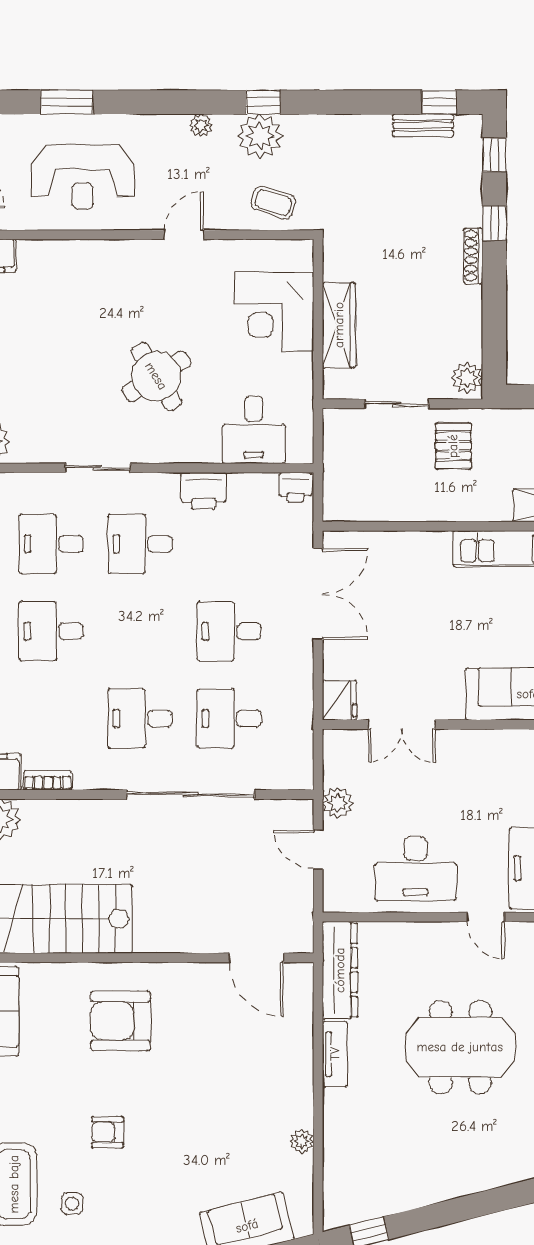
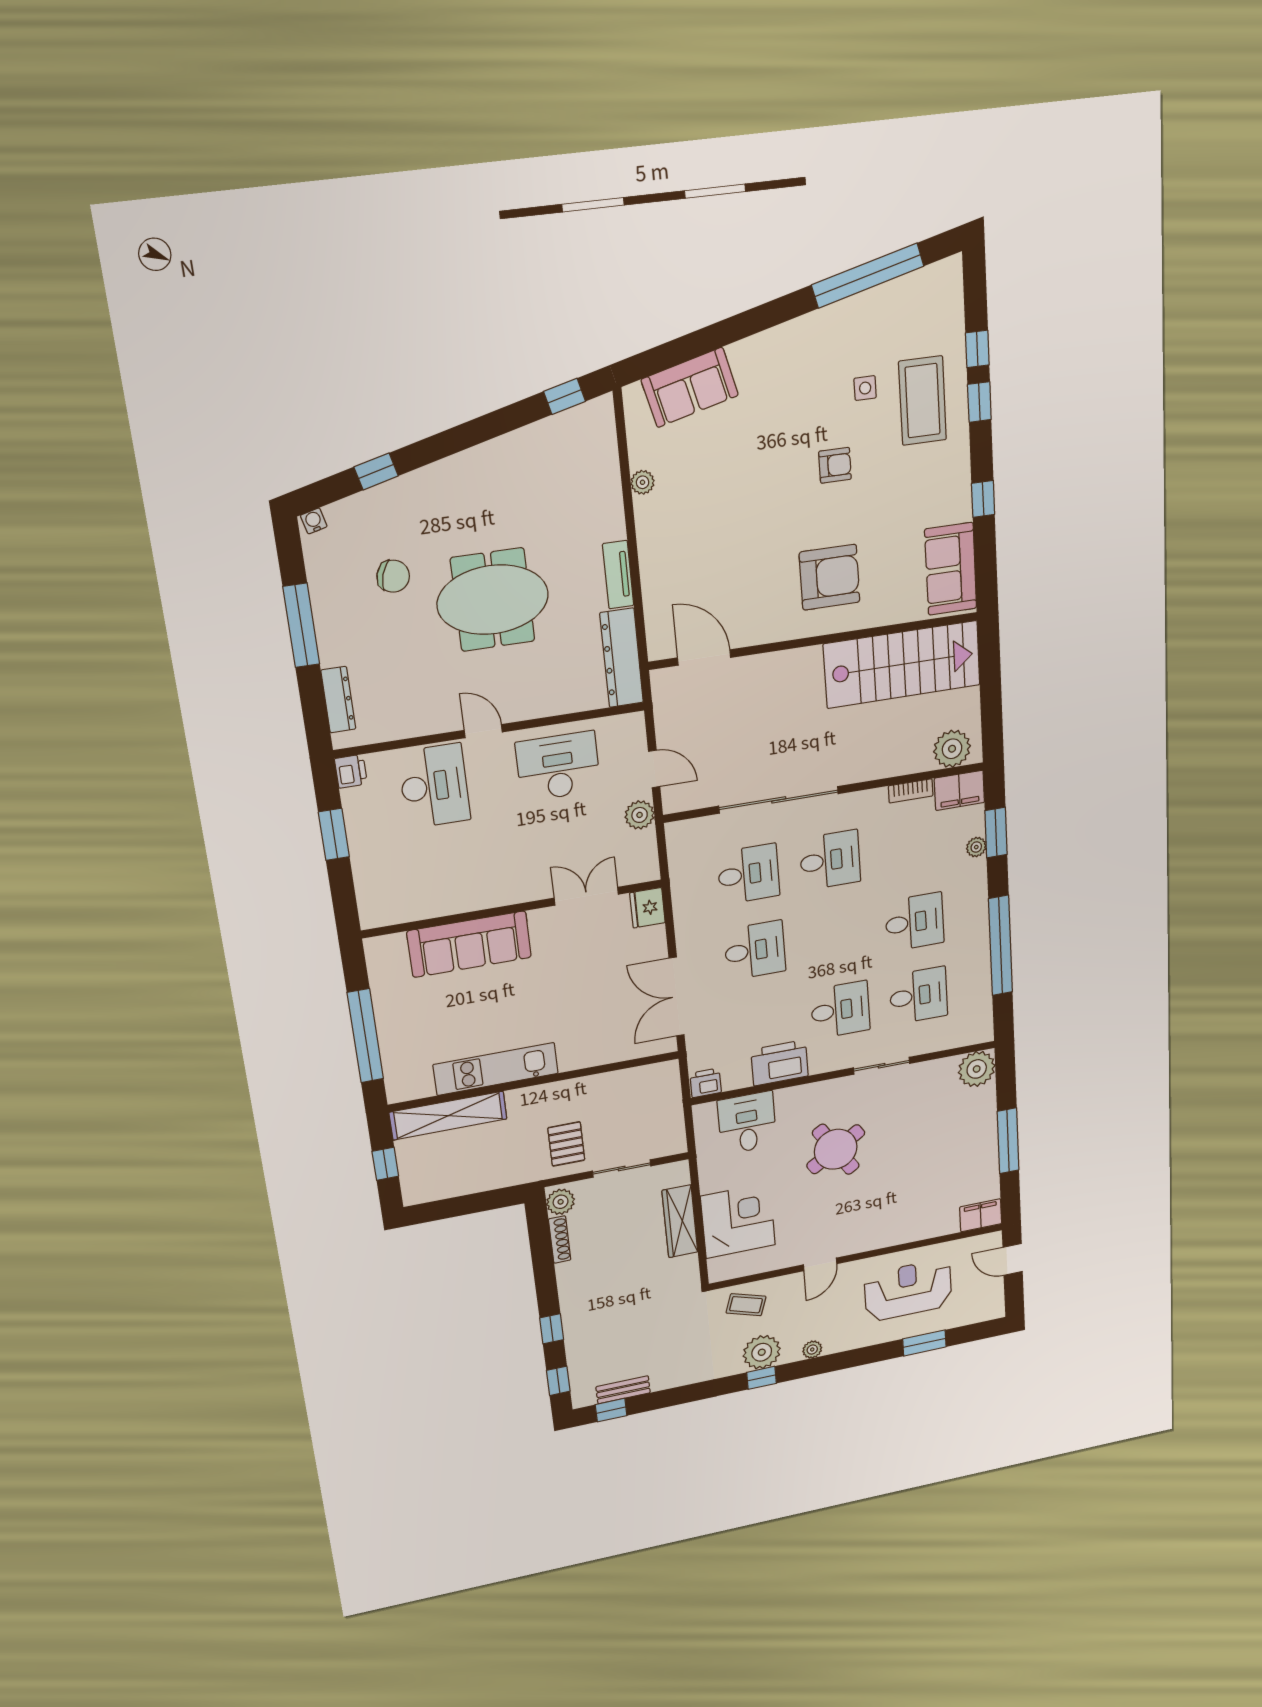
shoe rack: (473, 256) -> (560, 1240), moved
printer: (204, 491) -> (780, 1063), width x1.37, depth x1.19

